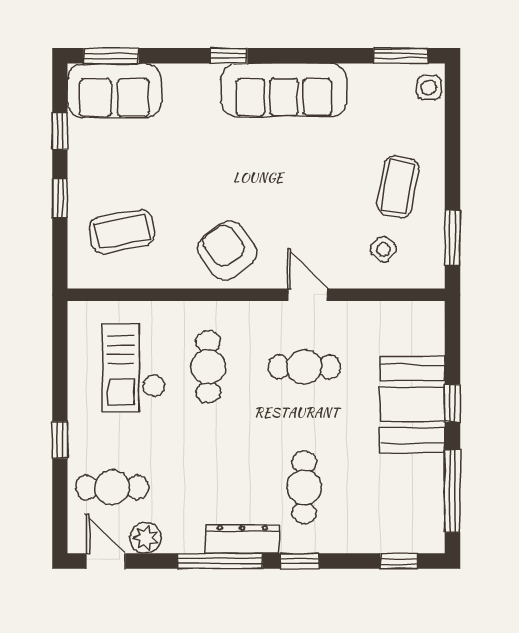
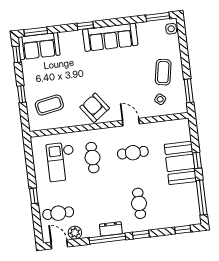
window: (60, 131) -> (17, 54), moved
dresser: (242, 539) -> (111, 229), width x0.70

